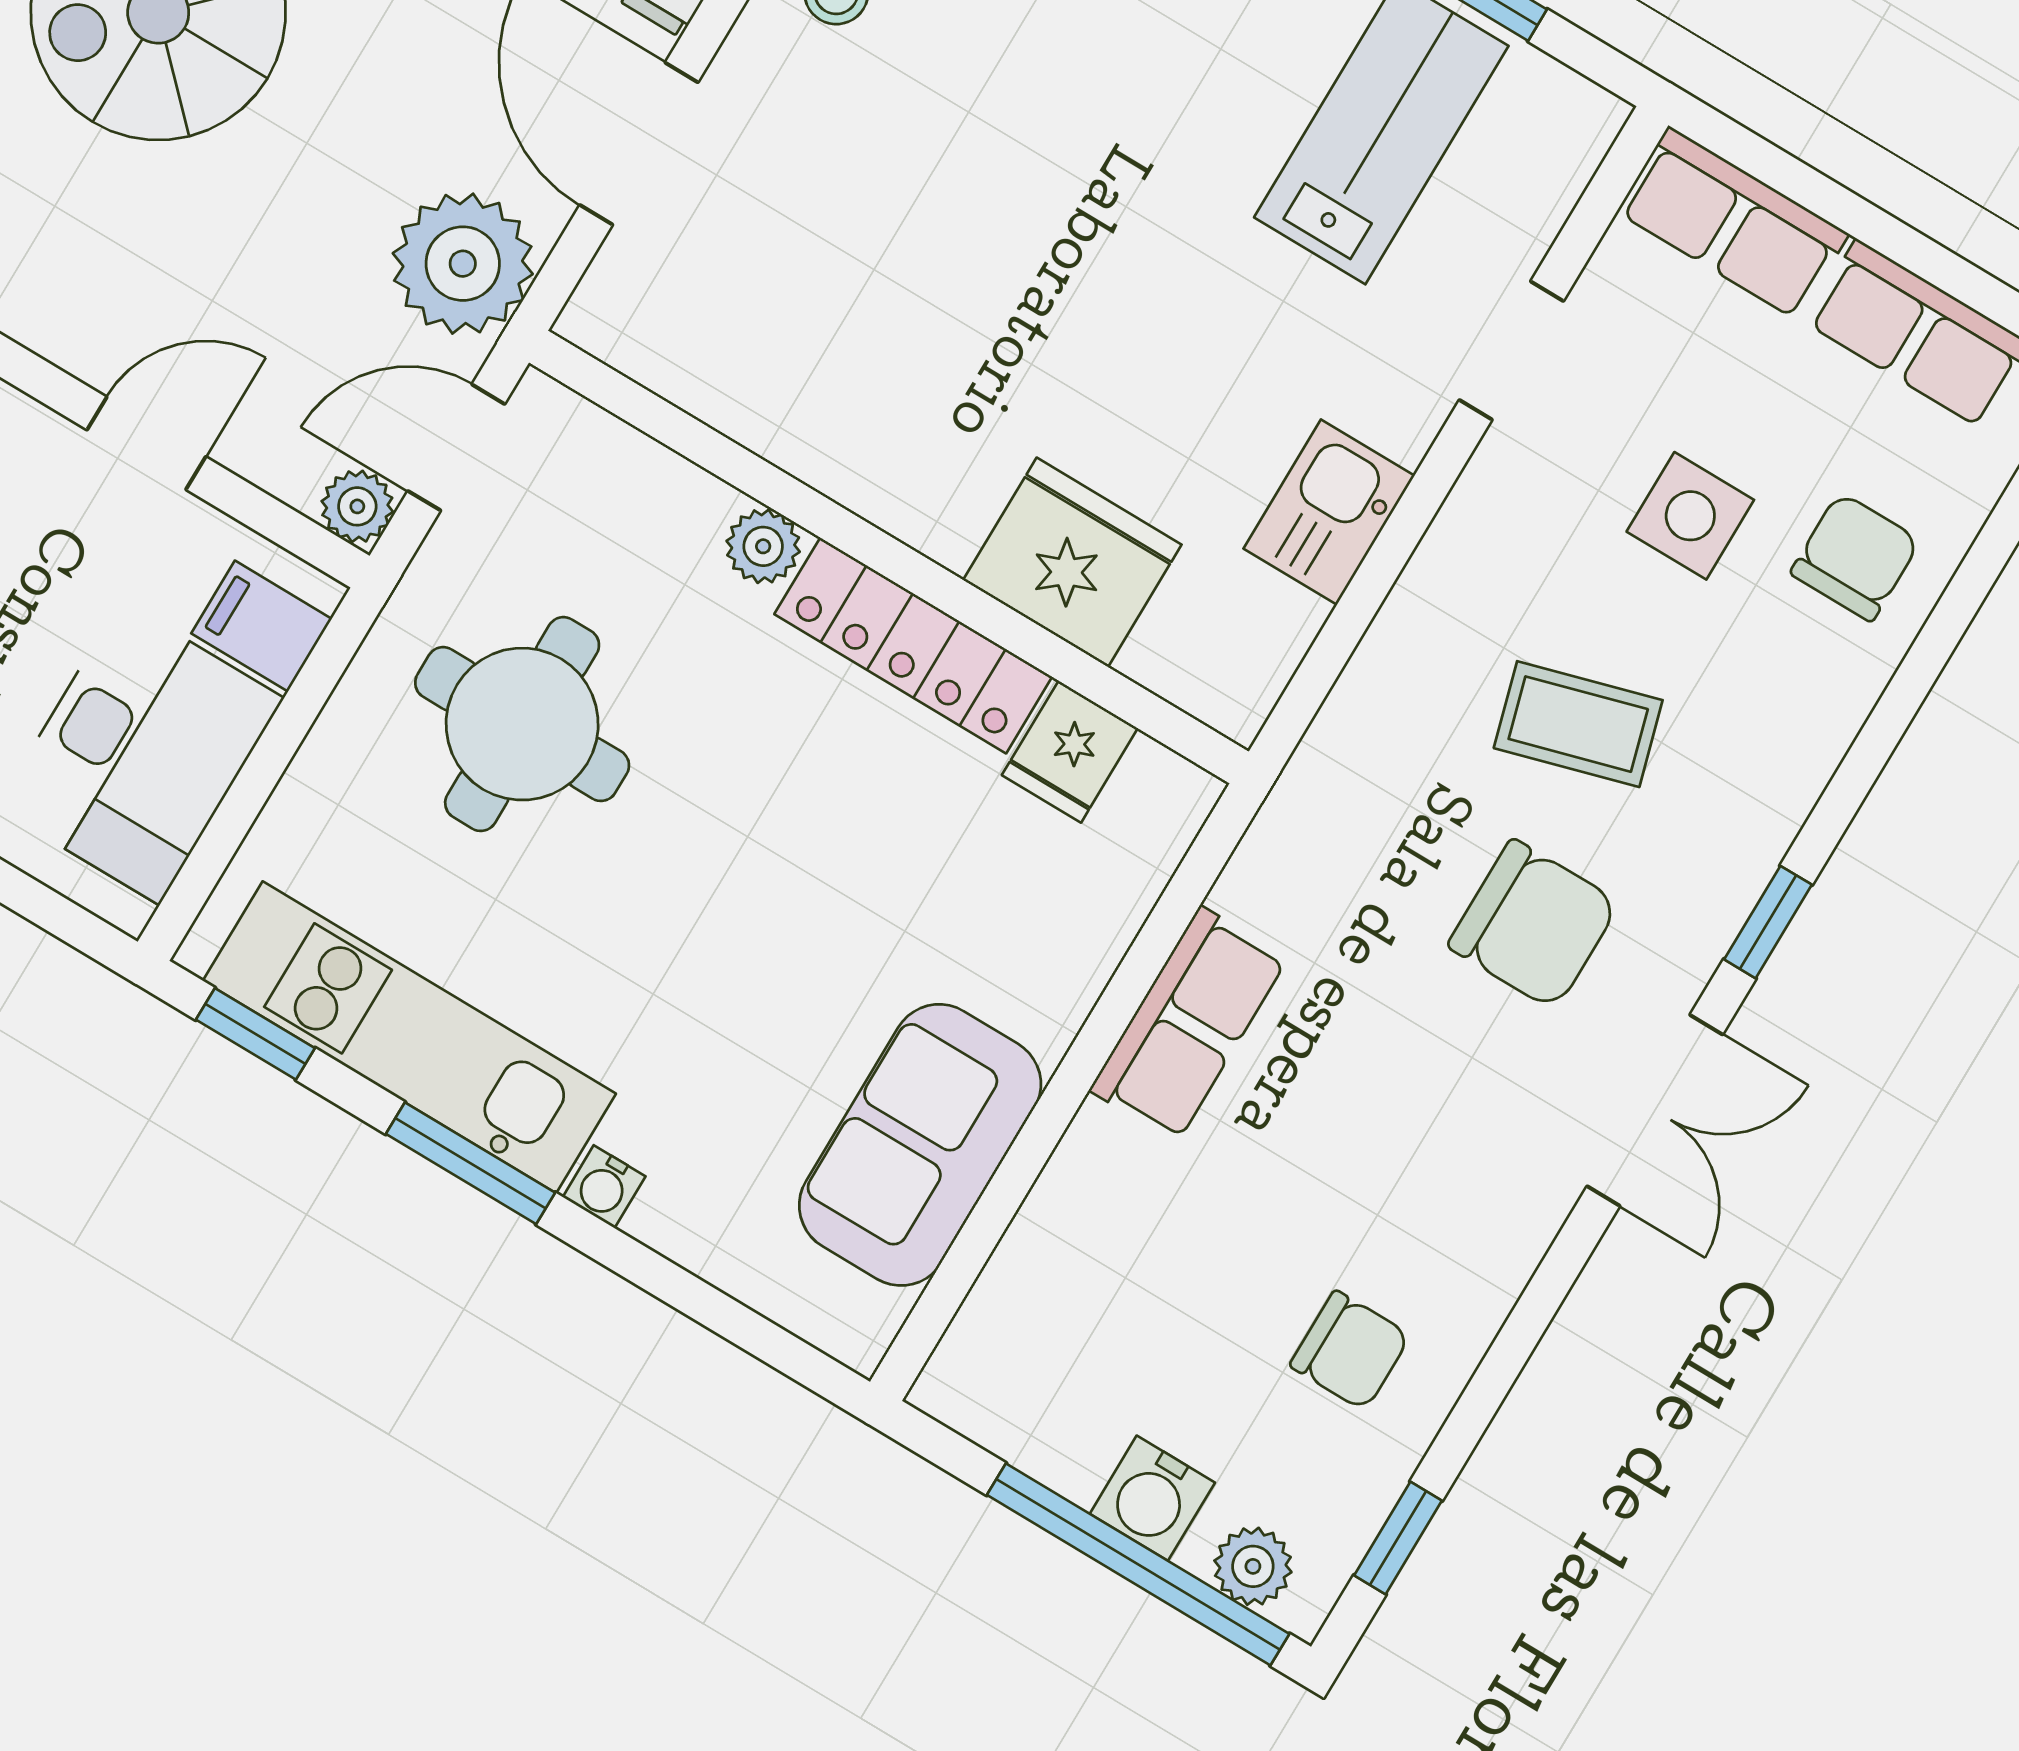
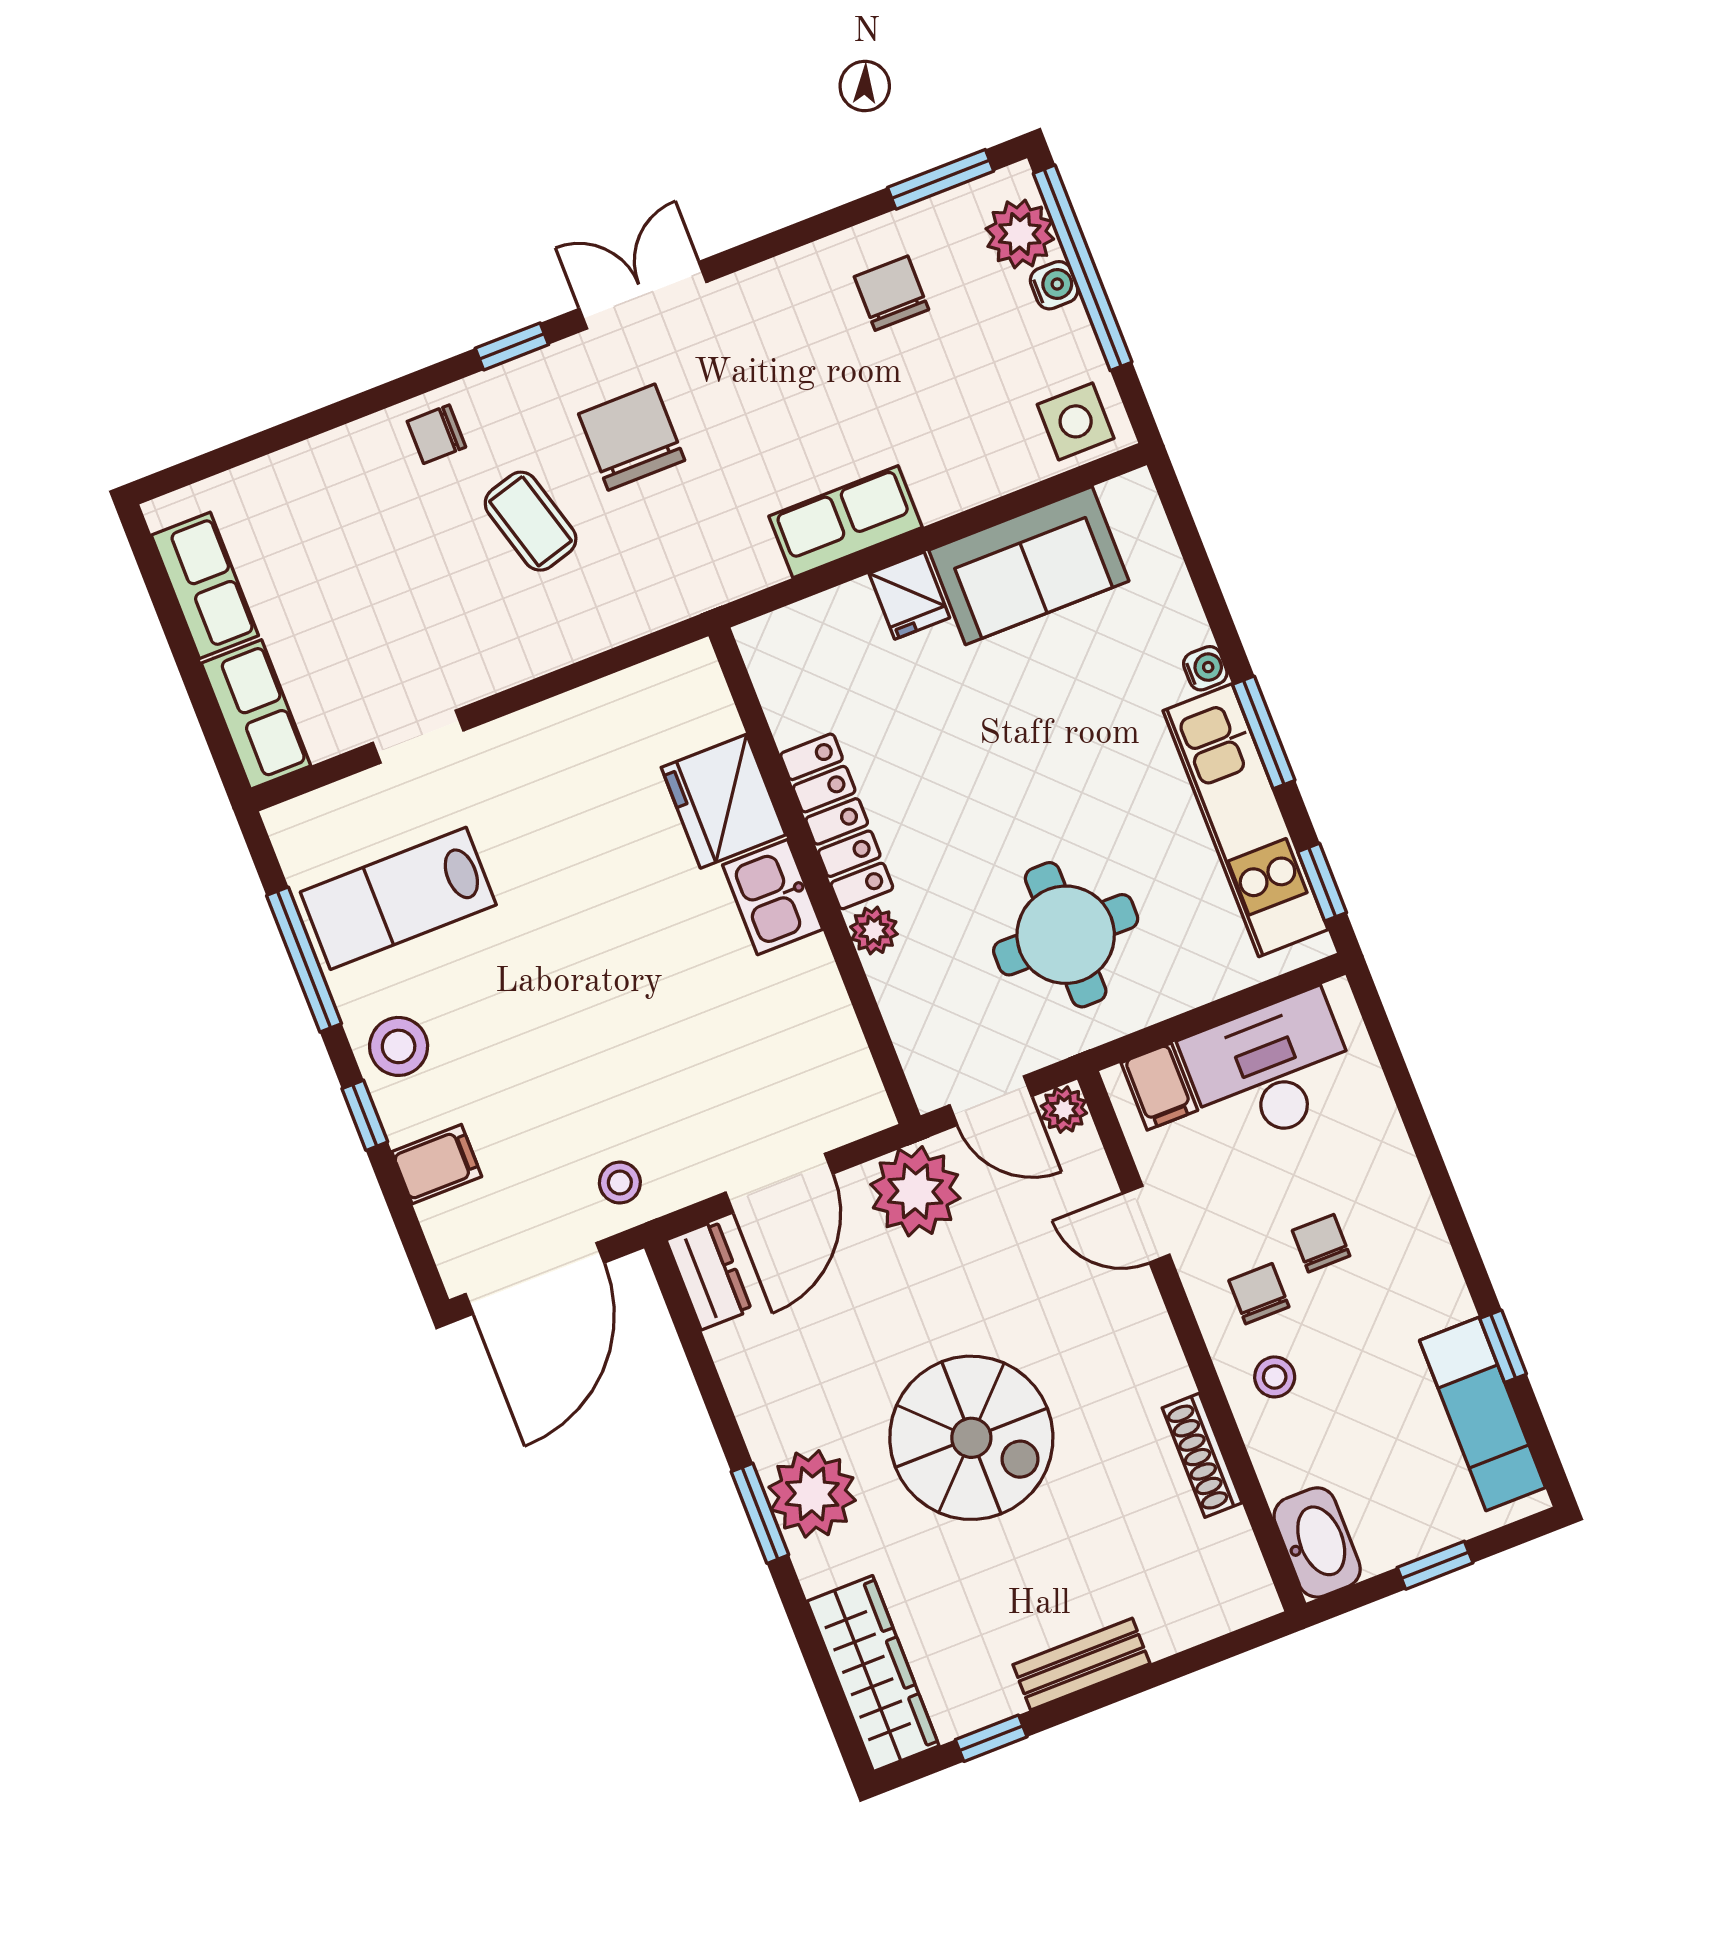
kitchen sink: (1329, 512) -> (773, 897), moved, turned 90
side table: (1690, 516) -> (1076, 421), moved
chair: (1855, 557) -> (436, 434), moved, width x0.73, depth x0.73
fridge: (1070, 752) -> (909, 596), moved, turned 90
water cooler: (1152, 1498) -> (1054, 285), width x0.72, depth x0.72
window: (1398, 1538) -> (941, 179), width x1.50
plant: (1253, 1566) -> (1020, 234), width x1.38, depth x1.38

